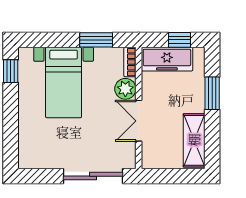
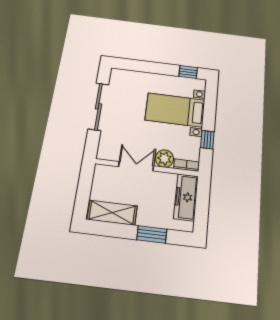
window: (96, 40) -> (207, 140), width x0.67
window: (180, 40) -> (202, 210), removed
sliding door: (93, 176) -> (99, 106), moved

